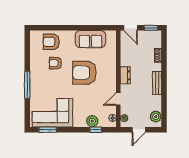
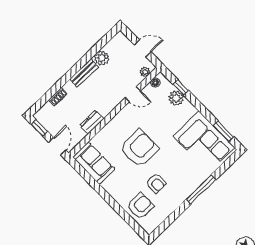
sofa: (90, 39) -> (94, 163), moved
armchair: (51, 42) -> (140, 206), turned -90
armchair: (84, 73) -> (139, 148), turned -90
dresser: (125, 75) -> (92, 122), moved
plant: (156, 117) -> (102, 58), moved

